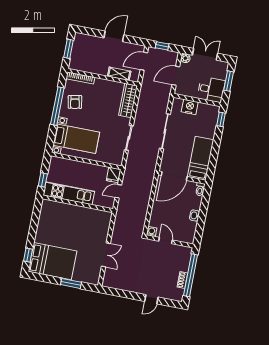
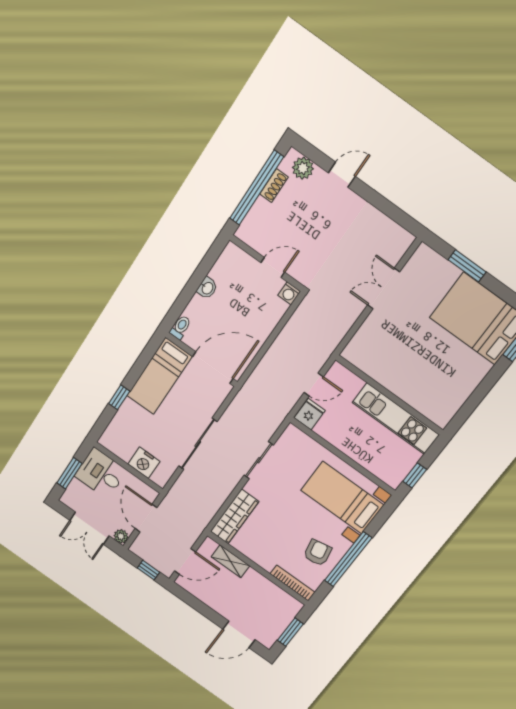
door: (114, 36) -> (239, 634), moved
door: (176, 76) -> (146, 518), swing flipped
window: (221, 119) -> (119, 397), moved
window: (43, 180) -> (415, 475), moved
door: (166, 241) -> (273, 267), swing flipped
plant: (172, 294) -> (303, 168), added

